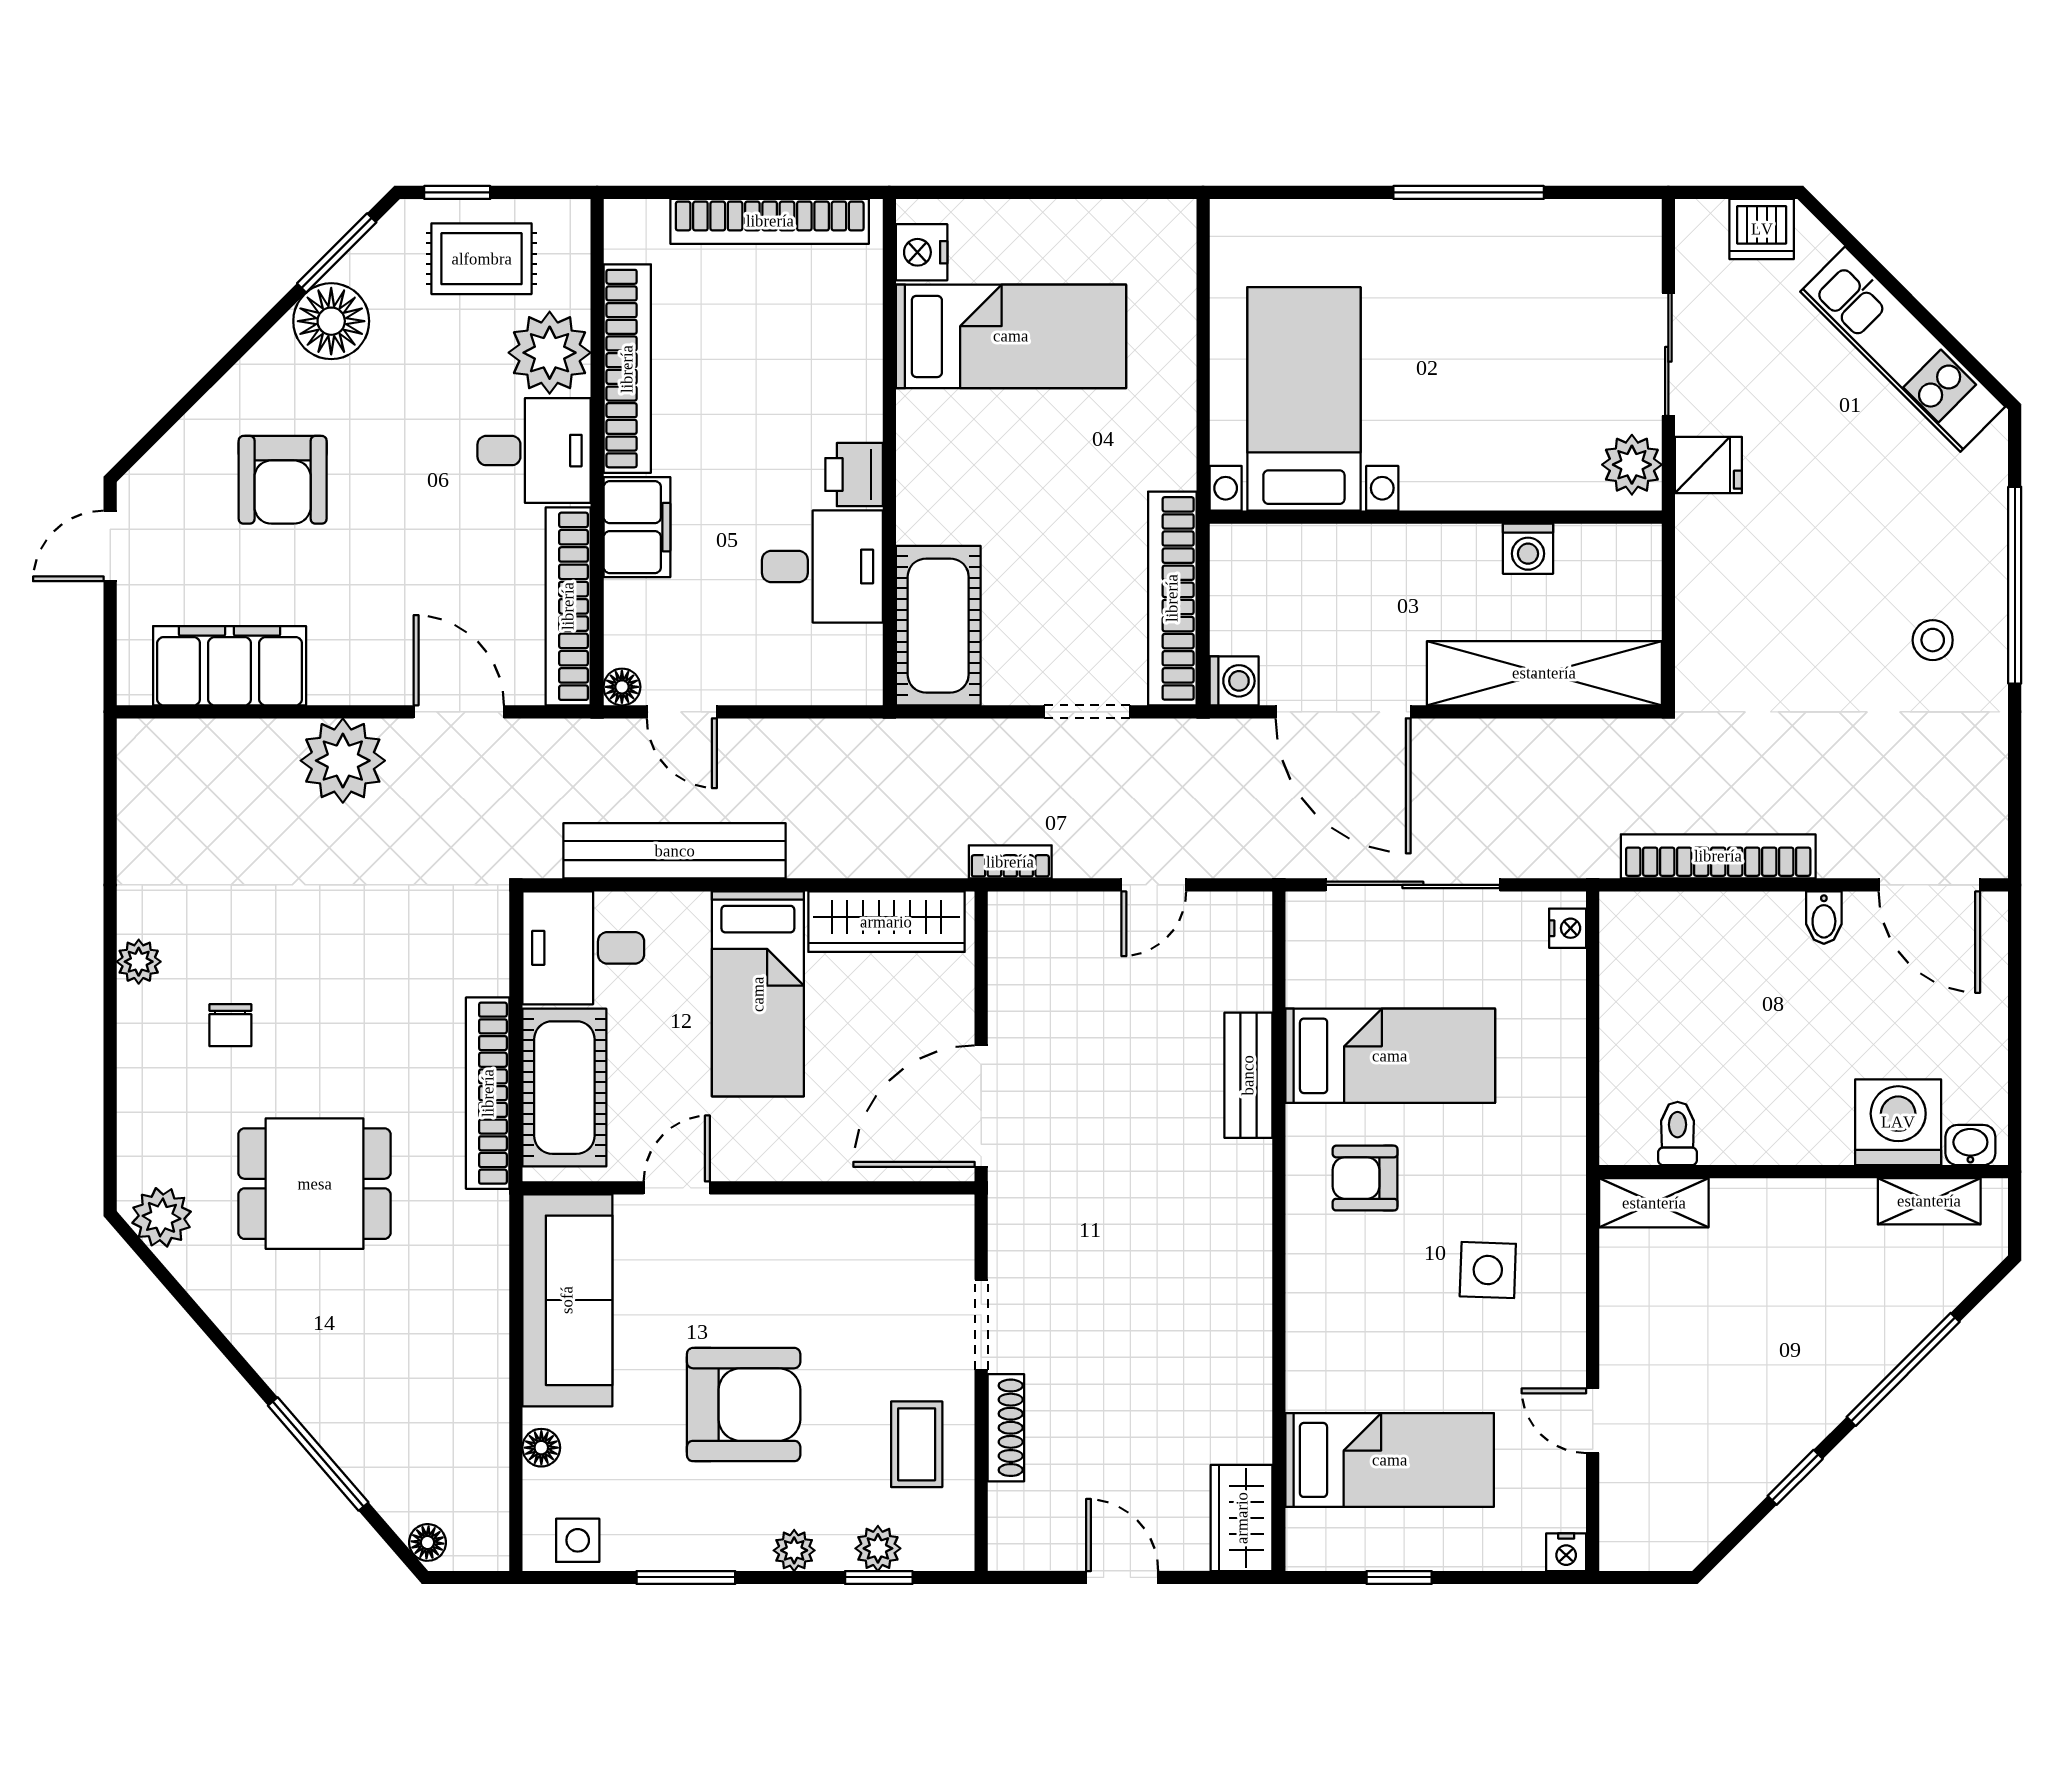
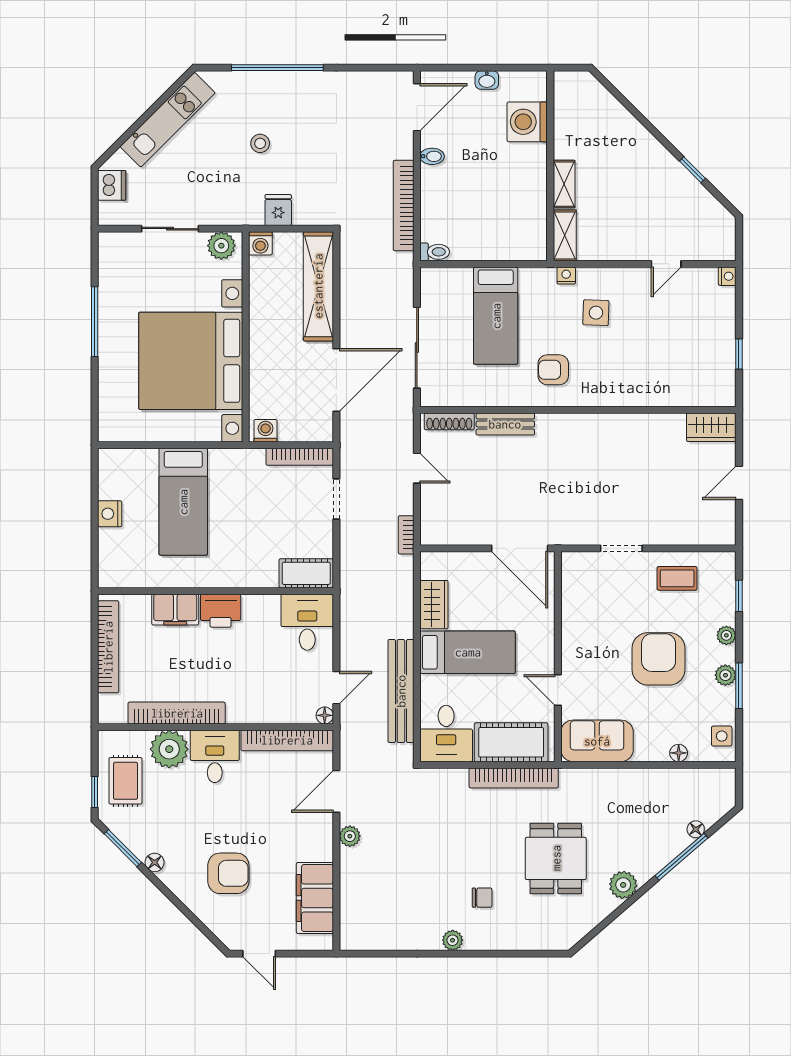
nightstand: (922, 252) -> (110, 514), moved, turned 90
floor lamp: (331, 321) -> (155, 862), width x0.53, depth x0.53
bed: (1011, 336) -> (183, 502), moved, turned 180
bed with nightstands: (1304, 399) -> (191, 361), width x1.85
fridge: (1708, 465) -> (278, 210), moved
printer: (854, 475) -> (221, 611), width x1.36, depth x1.24
filing cabinet: (637, 527) -> (175, 610), moved, turned 180
washing machine: (1528, 549) -> (260, 243), moved, turned 90
desk: (822, 566) -> (307, 622), moved
bookcase: (1172, 598) -> (300, 457), width x0.68, depth x0.76
cot: (938, 626) -> (306, 573), width x0.73, depth x0.75
stool: (1933, 640) -> (260, 143), moved
washing machine: (1234, 681) -> (266, 431), moved
plant: (343, 761) -> (350, 836), width x0.53, depth x0.53
wardrobe: (886, 922) -> (434, 605), width x0.67
nightstand: (1568, 928) -> (566, 276), moved
bed: (1390, 1056) -> (496, 316), moved, turned 180
toilet: (1678, 1134) -> (435, 252), moved, turned 180
washbasin: (1970, 1145) -> (487, 80), moved, turned -90
armchair: (1365, 1178) -> (553, 370), turned 90
shelving: (1929, 1201) -> (564, 184), moved
plant: (162, 1217) -> (623, 885), moved
sofa: (567, 1300) -> (597, 741), width x0.73
window: (1903, 1369) -> (642, 119), removed
shoe rack: (1006, 1428) -> (449, 421), moved, turned 180
bed: (1390, 1460) -> (684, 358), removed
floor lamp: (427, 1542) -> (696, 829), moved
plant: (878, 1548) -> (725, 675), moved

